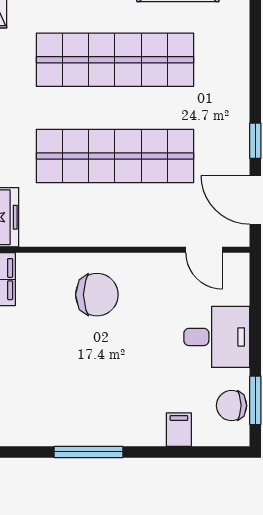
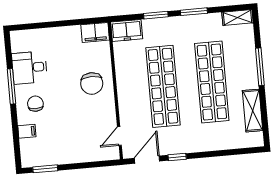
desk: (217, 337) -> (30, 68), moved, turned 90
chair: (231, 406) -> (35, 104), moved

